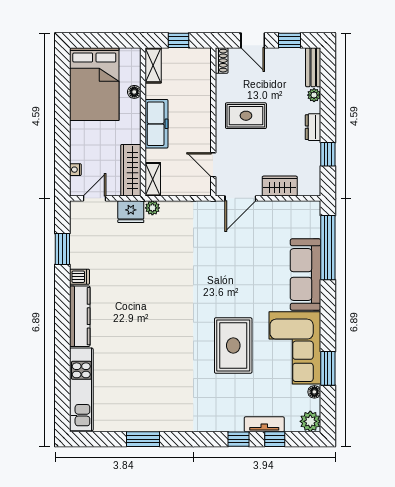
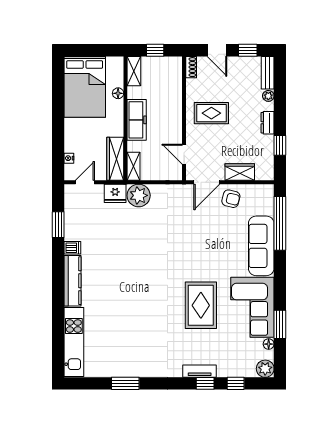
plant: (152, 208) -> (139, 195), width x1.87, depth x1.87
armchair: (269, 218) -> (231, 199), added
tv unit: (264, 424) -> (200, 371), moved

